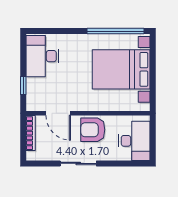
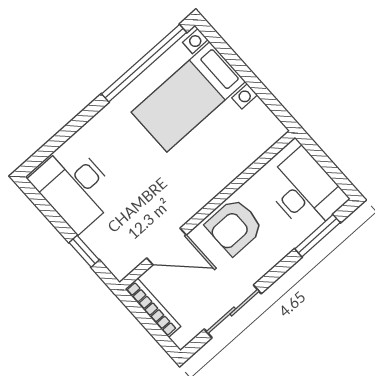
bed with nightstands: (121, 69) -> (188, 97), width x0.73
sliding door: (78, 163) -> (233, 311), moved
window: (123, 163) -> (317, 236), added

